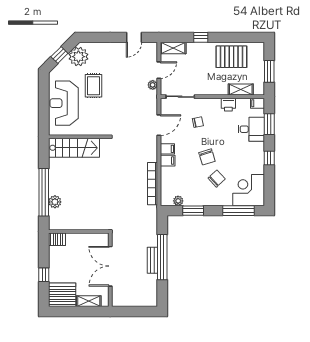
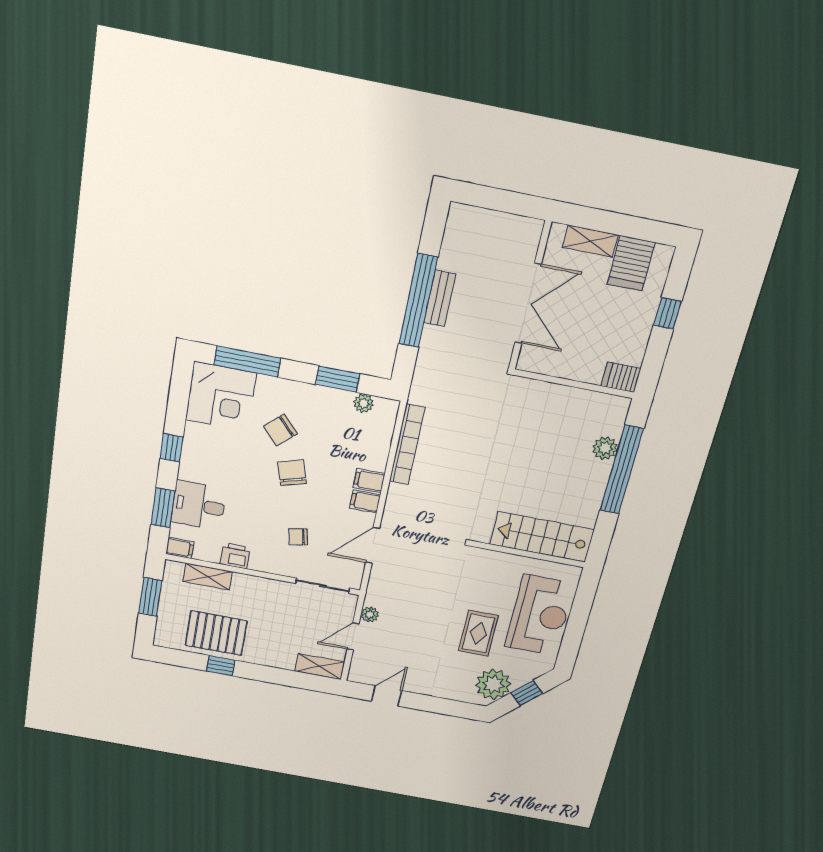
window: (201, 37) -> (221, 666), moved
server rack: (62, 295) -> (631, 263), width x0.63

